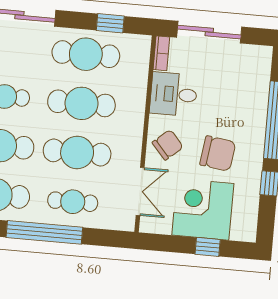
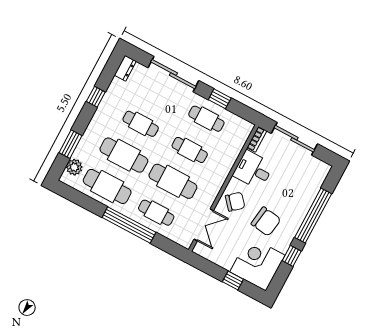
window: (110, 23) -> (220, 99), moved
cafe table: (86, 54) -> (206, 119), width x0.73, depth x0.74
cafe table: (81, 103) -> (190, 150), width x0.73, depth x0.74
corner desk: (203, 209) -> (257, 263), moved

